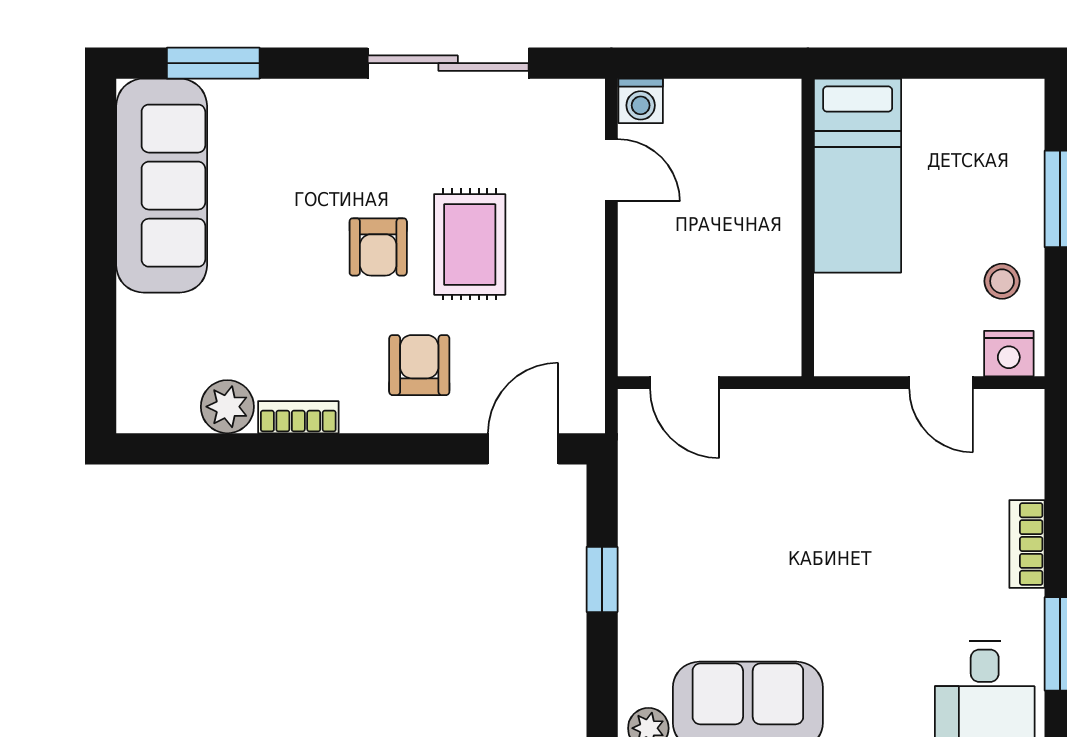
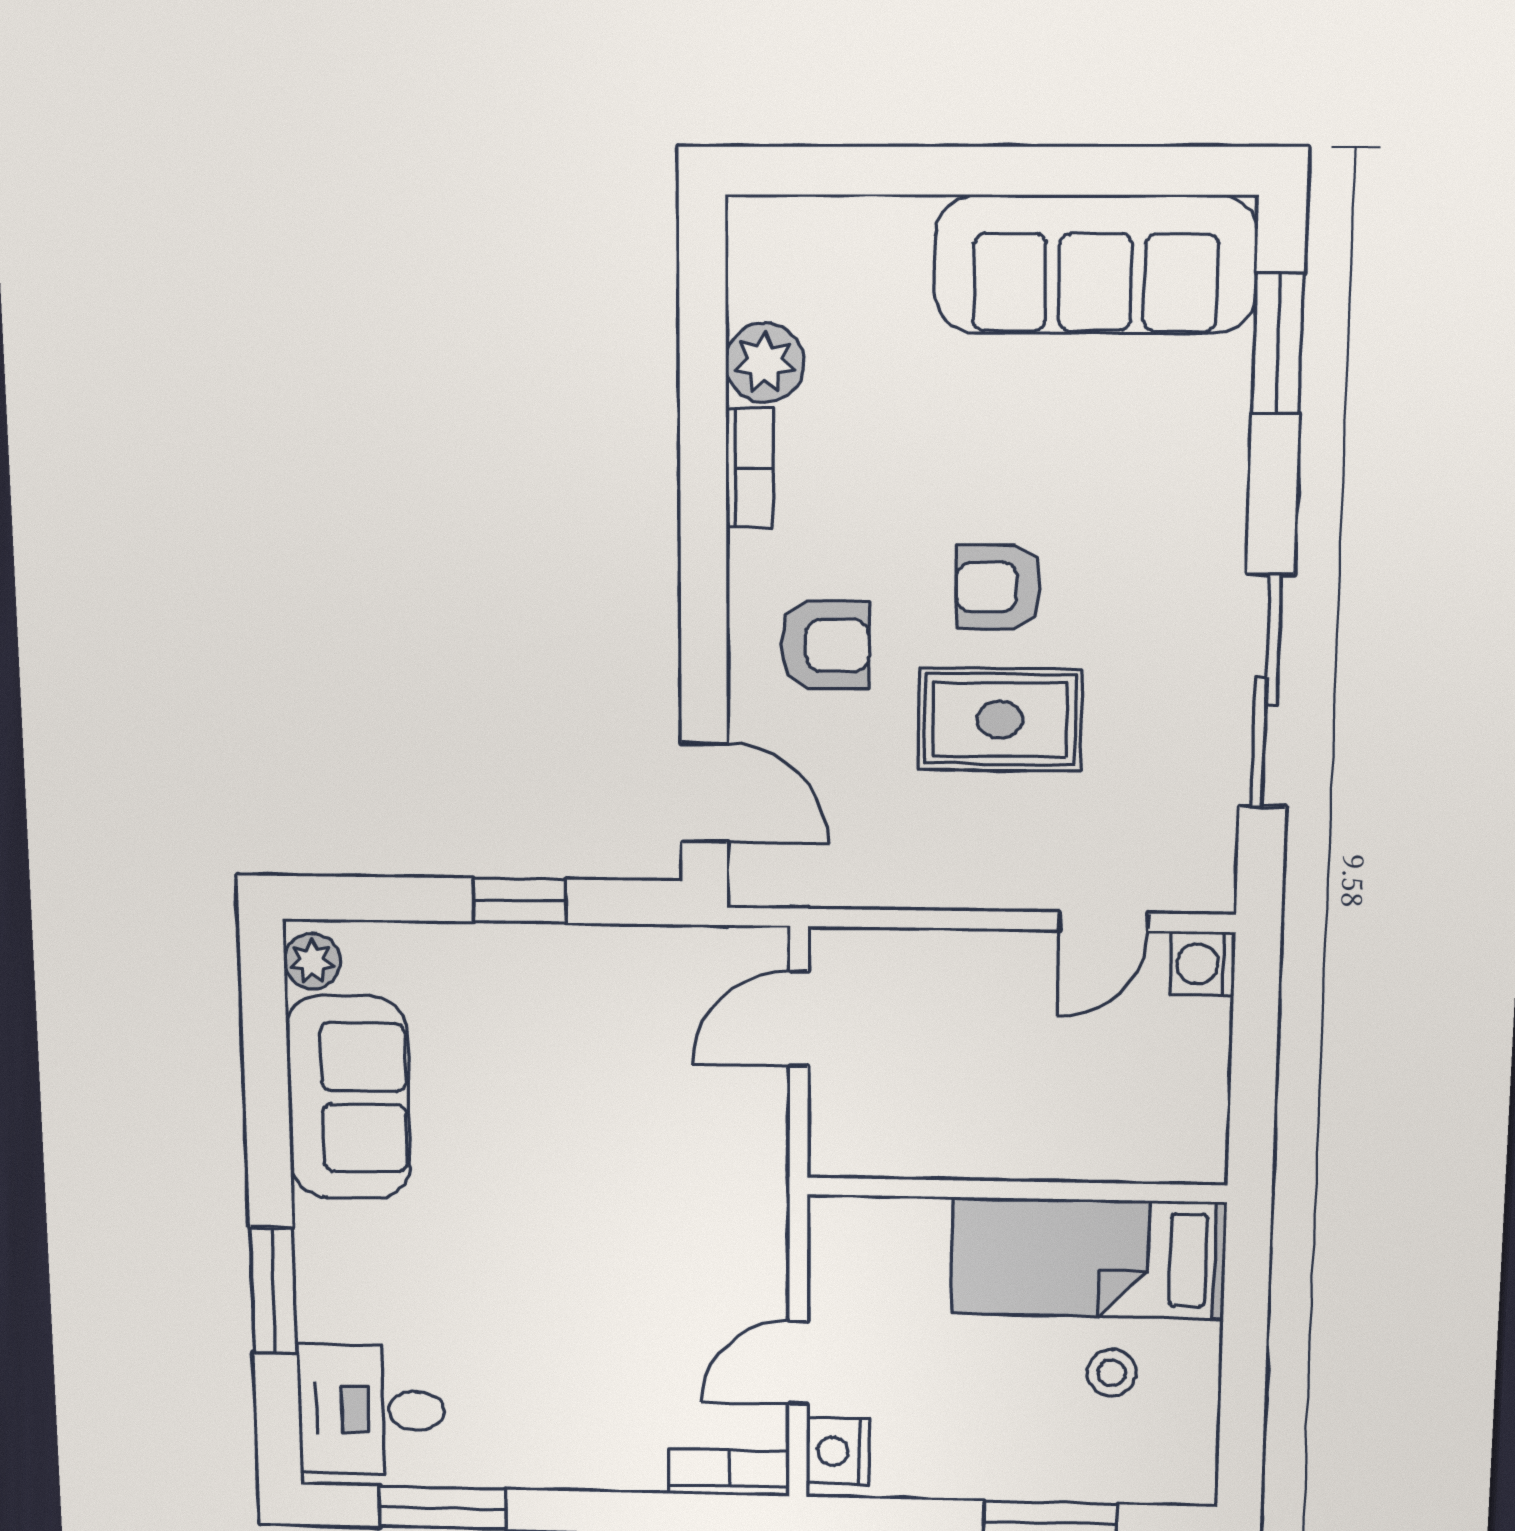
stool: (1002, 281) -> (1112, 1373), moved
bookcase: (1027, 544) -> (729, 1472), moved

